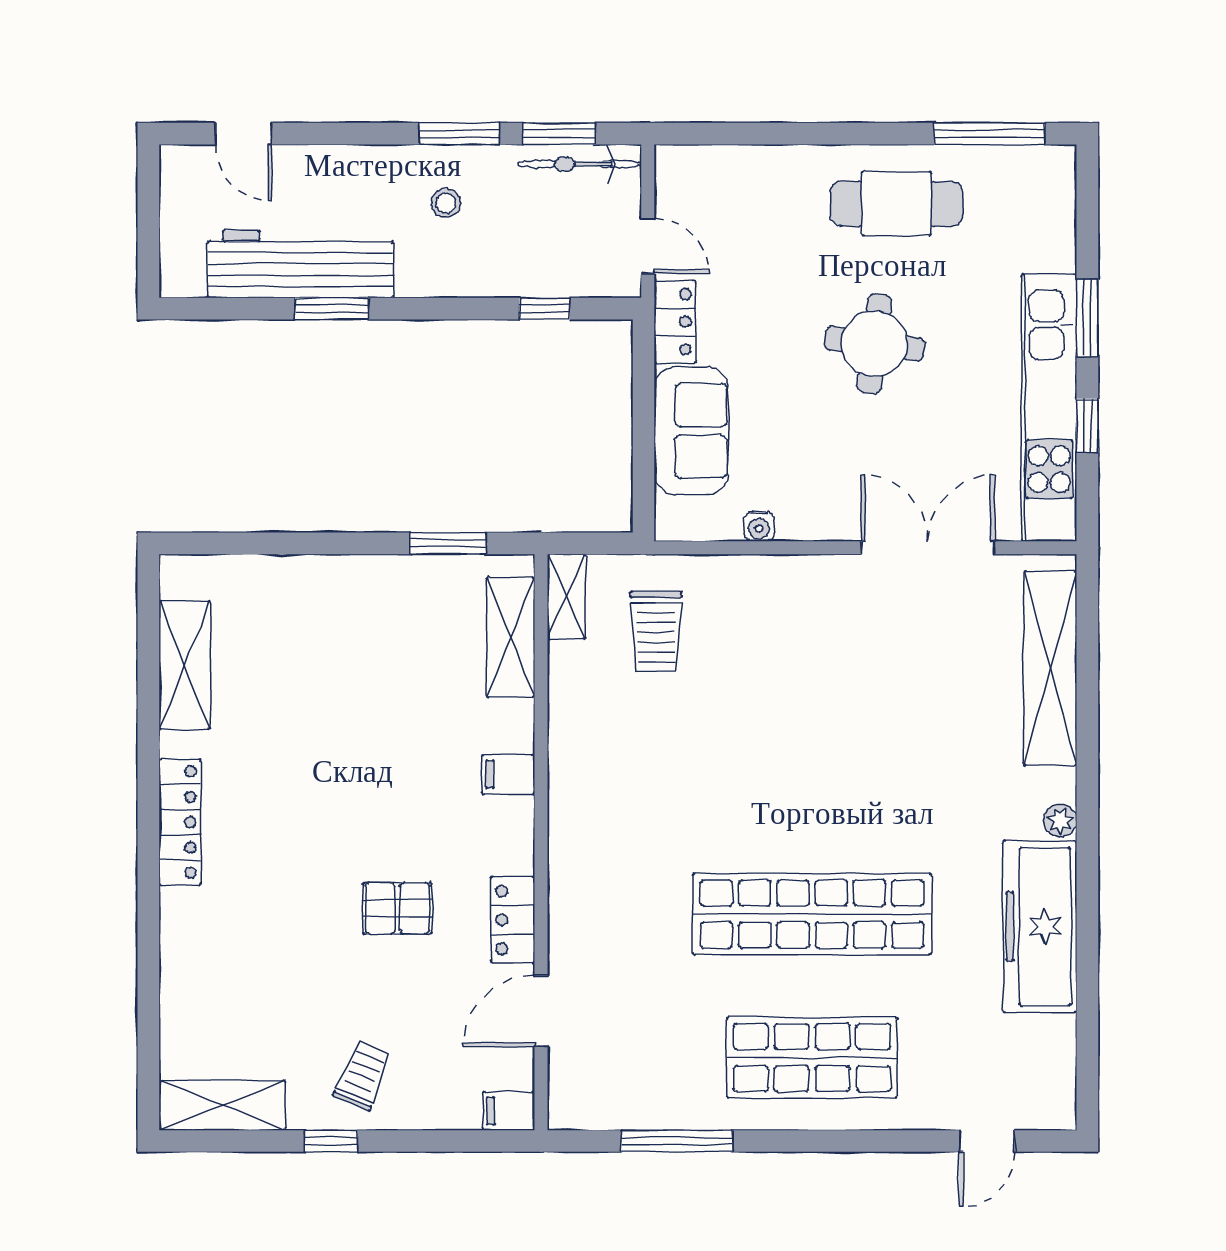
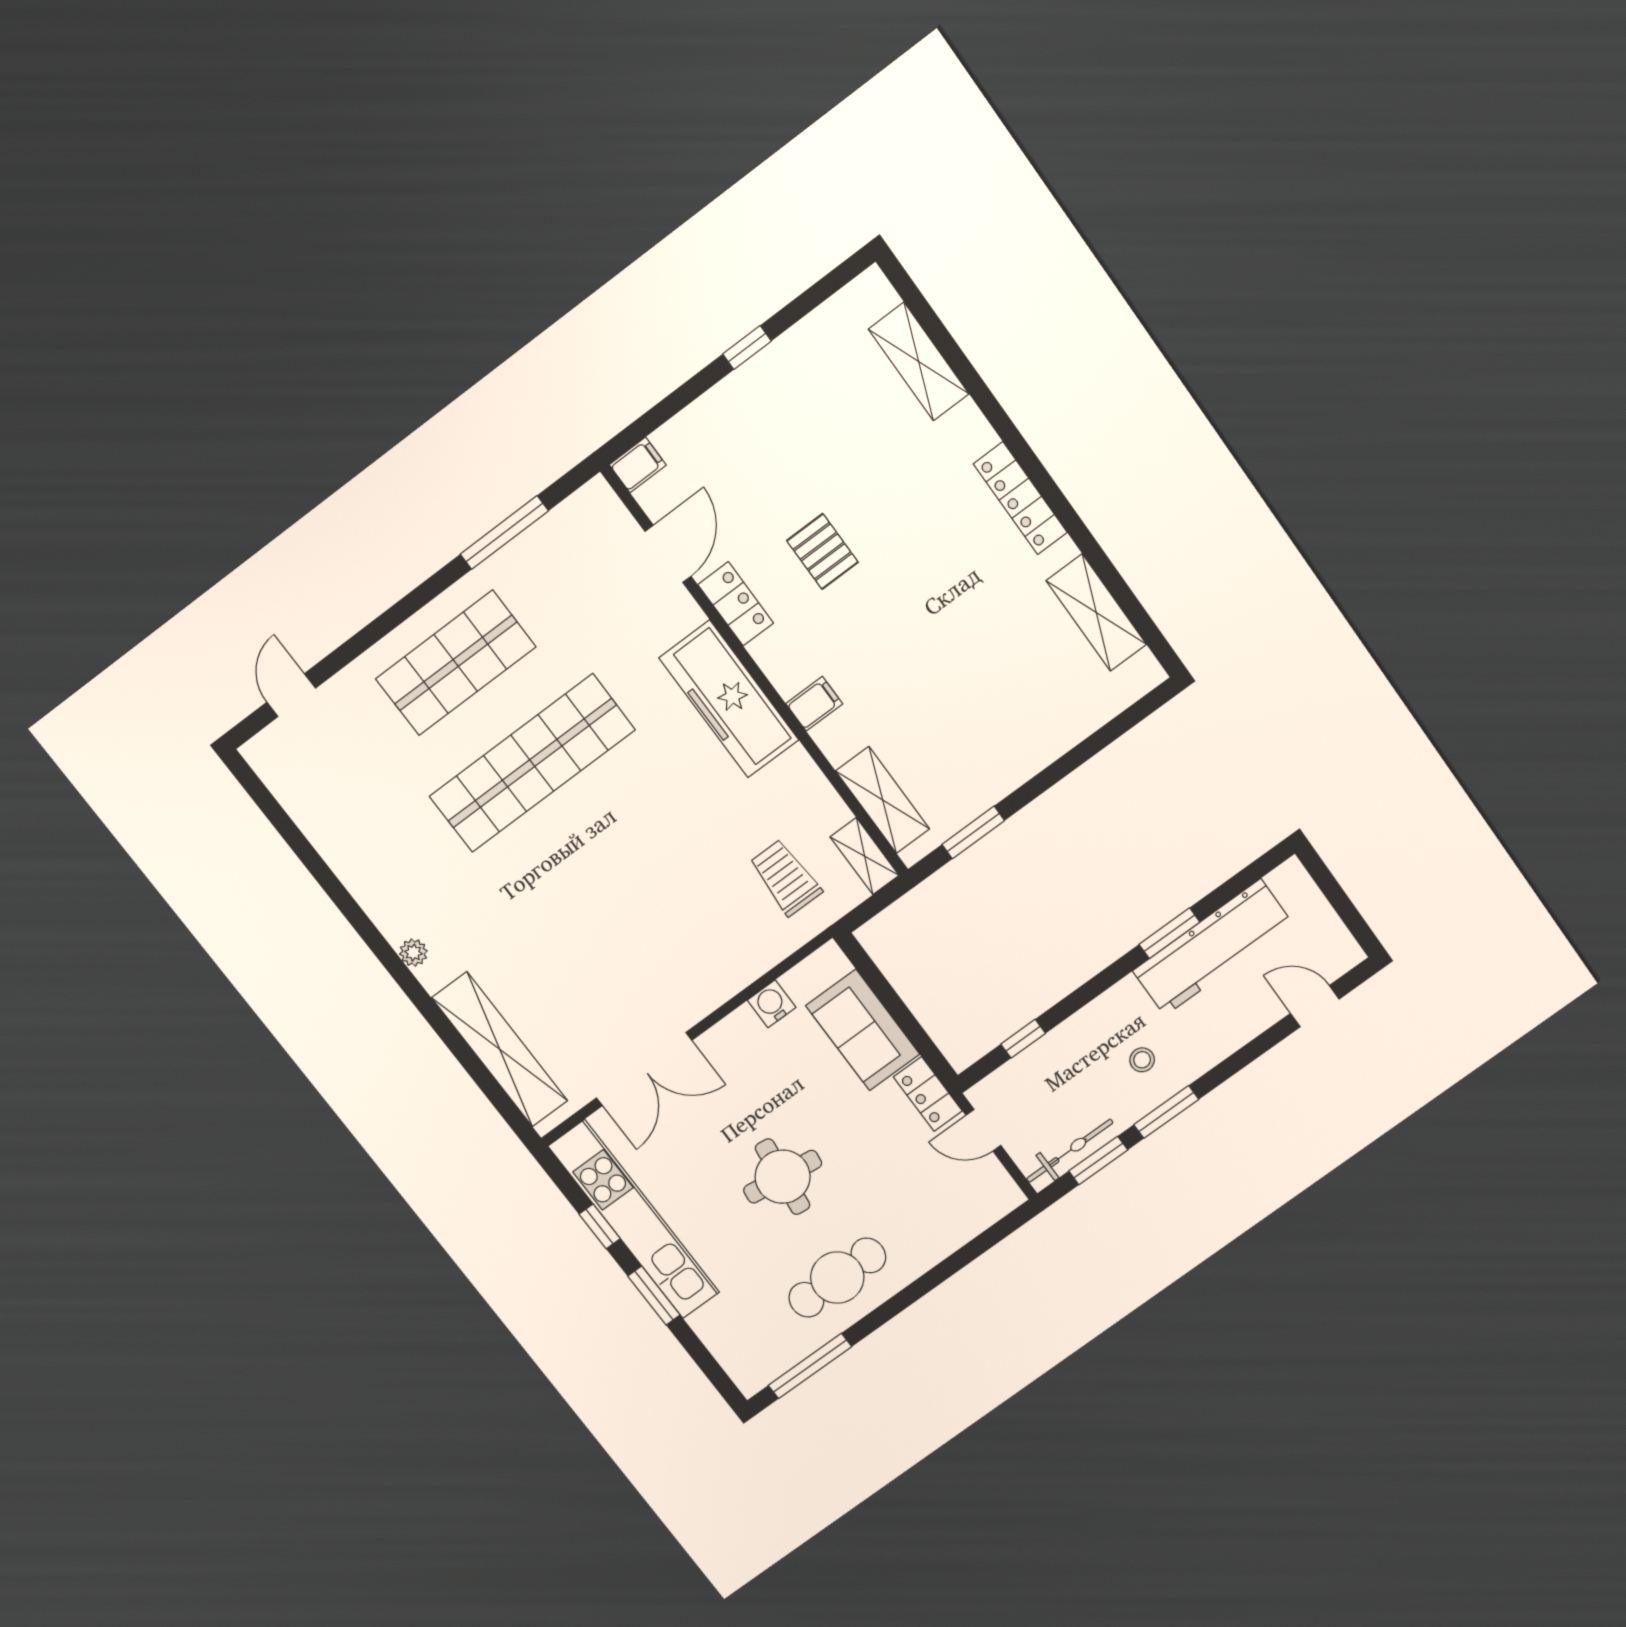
water cooler: (759, 526) -> (772, 1004), width x1.38, depth x1.38
pallet: (397, 908) -> (822, 551), turned 90
freezer: (1040, 927) -> (729, 699), moved, turned 180
trolley: (363, 1076) -> (759, 412), removed
shelving: (223, 1105) -> (919, 362), moved, turned 90

